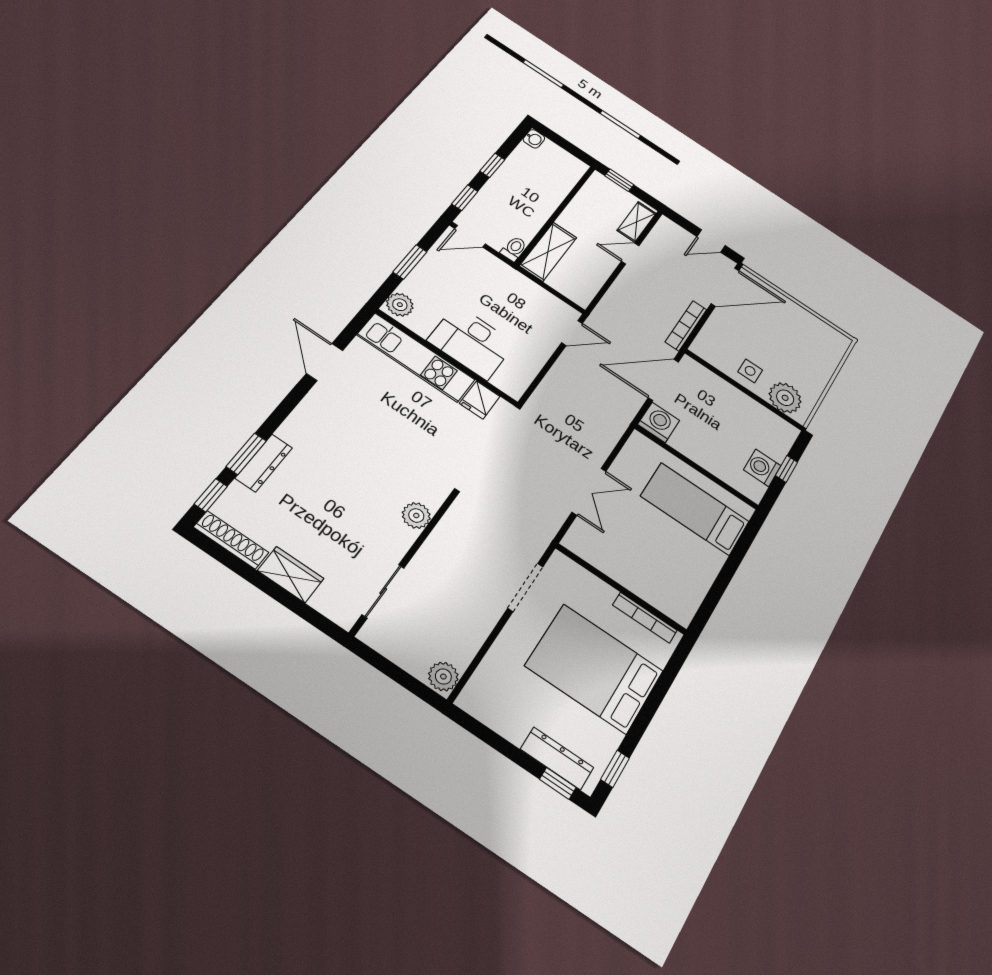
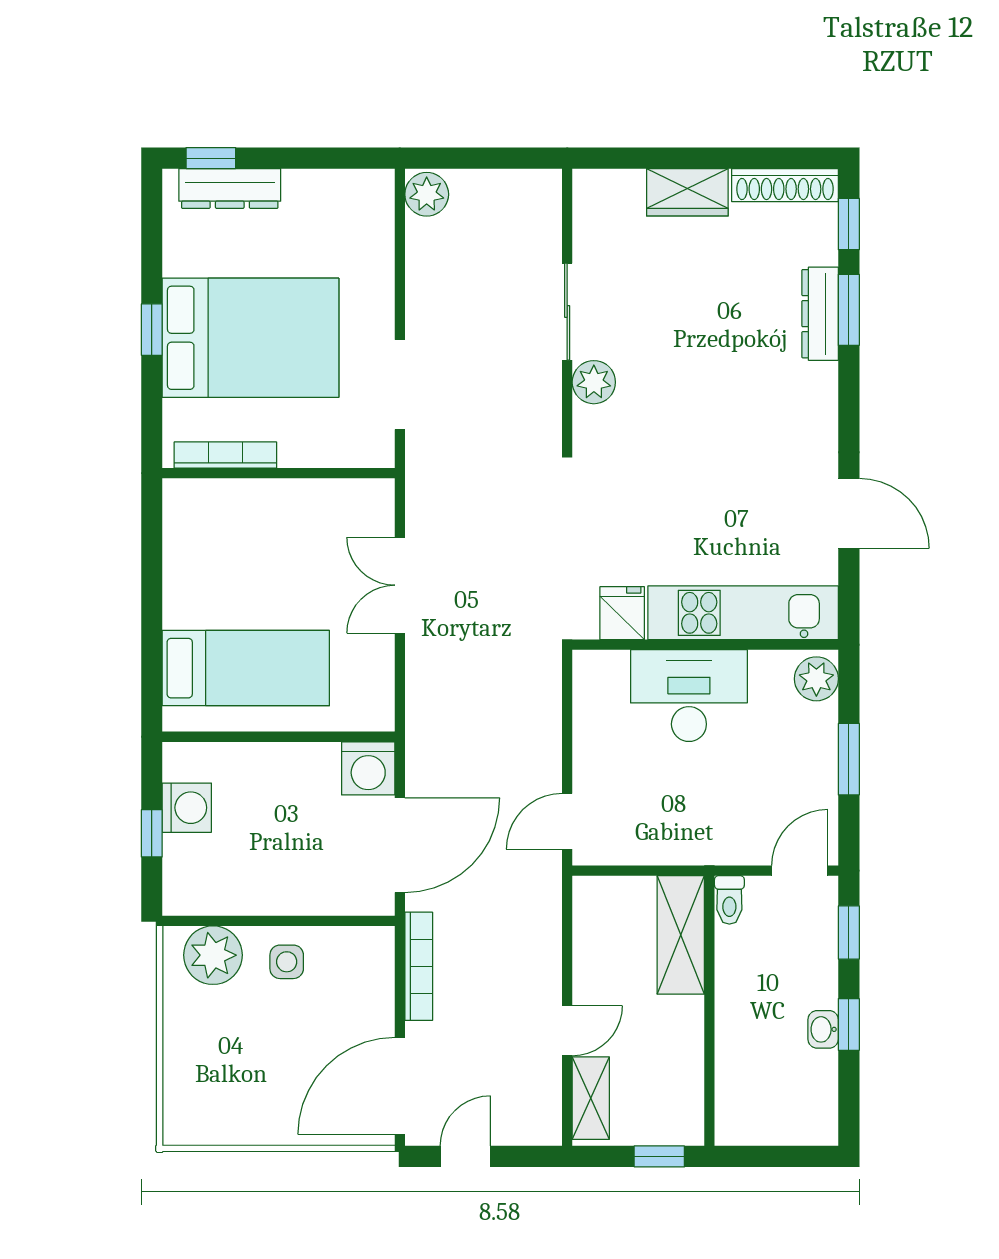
washbasin: (534, 139) -> (823, 1029), moved
sliding door: (383, 591) -> (567, 312), moved
window: (615, 769) -> (152, 330), moved

